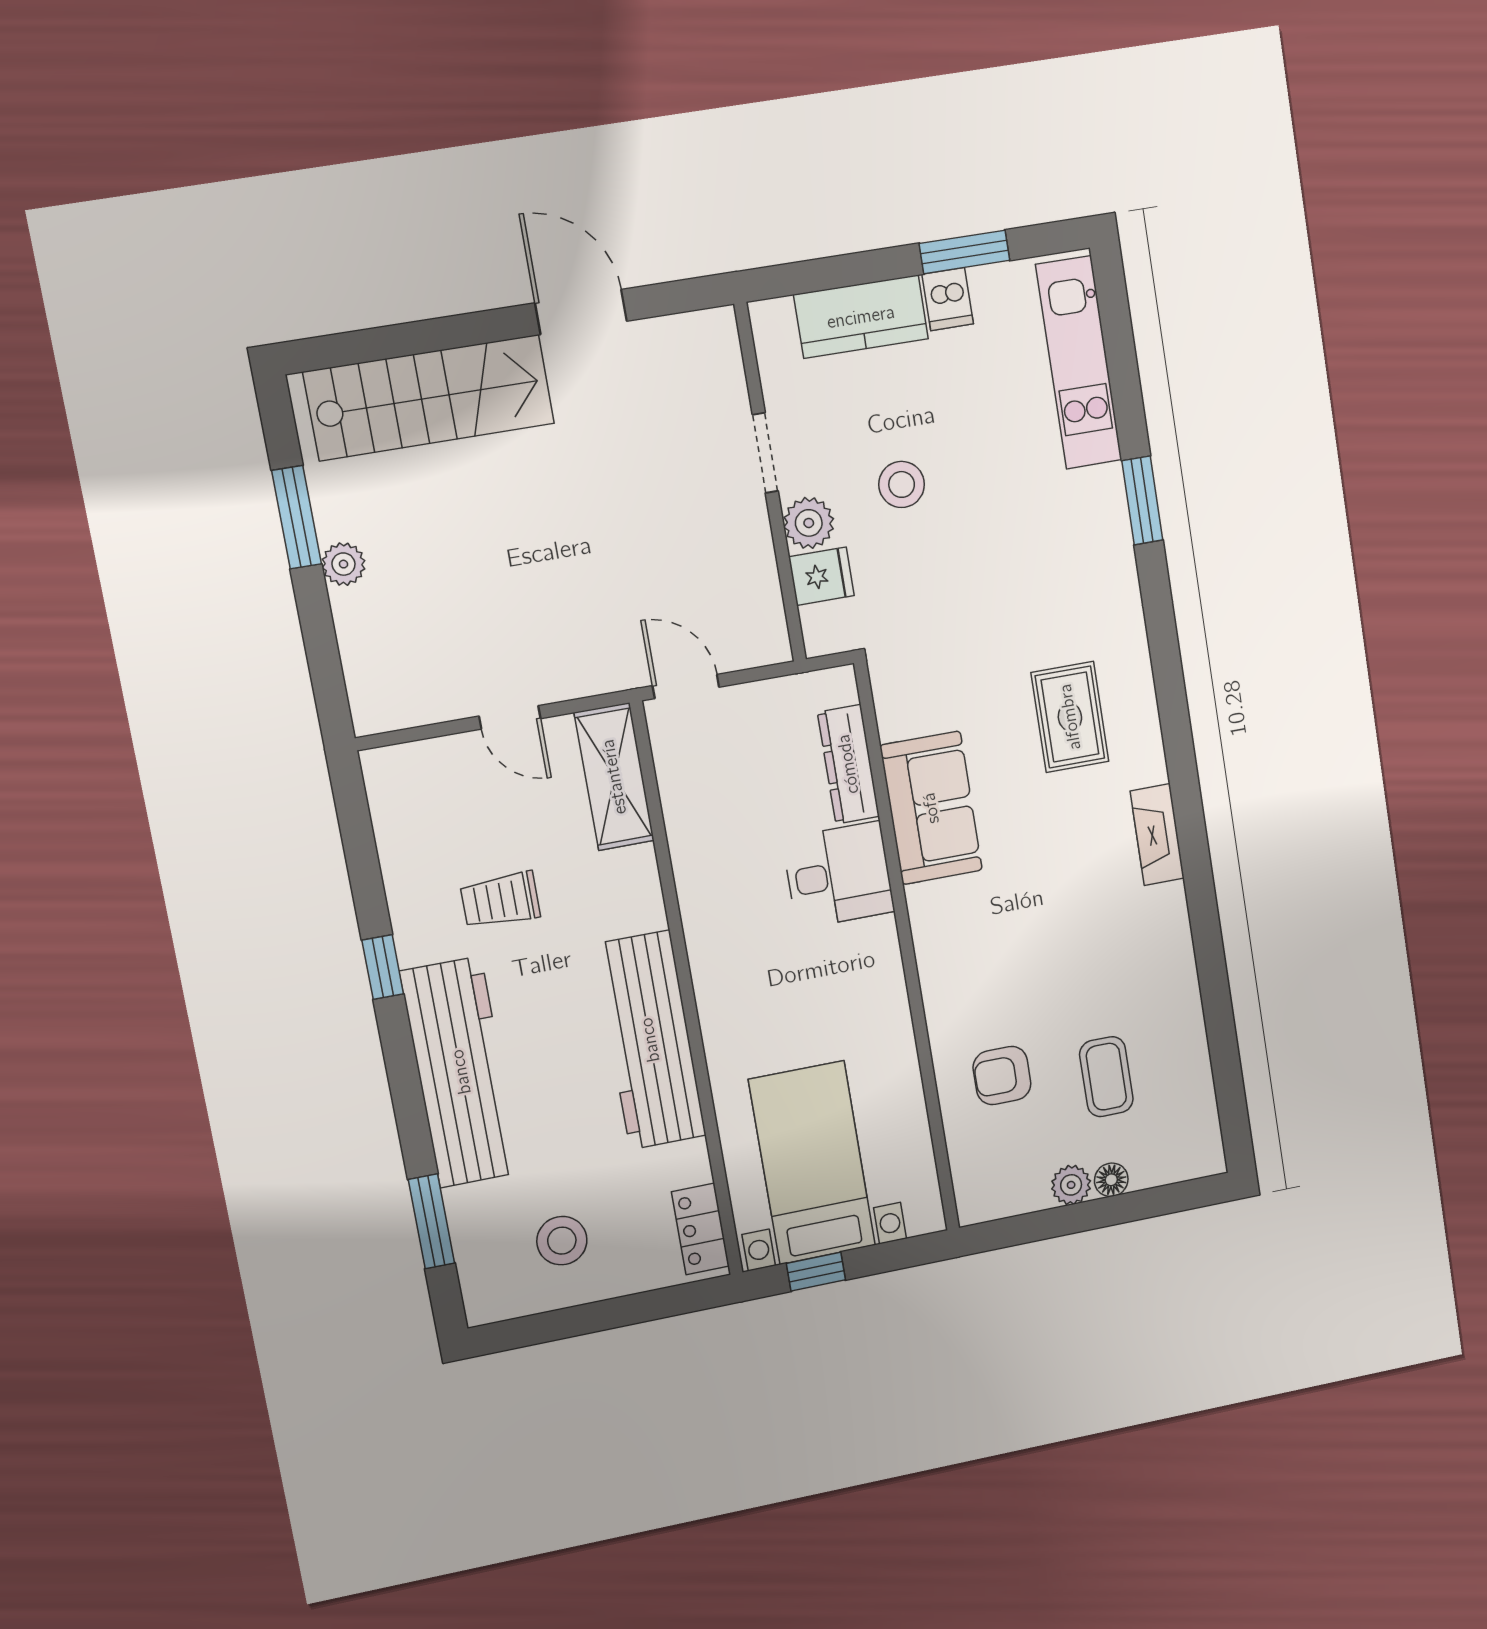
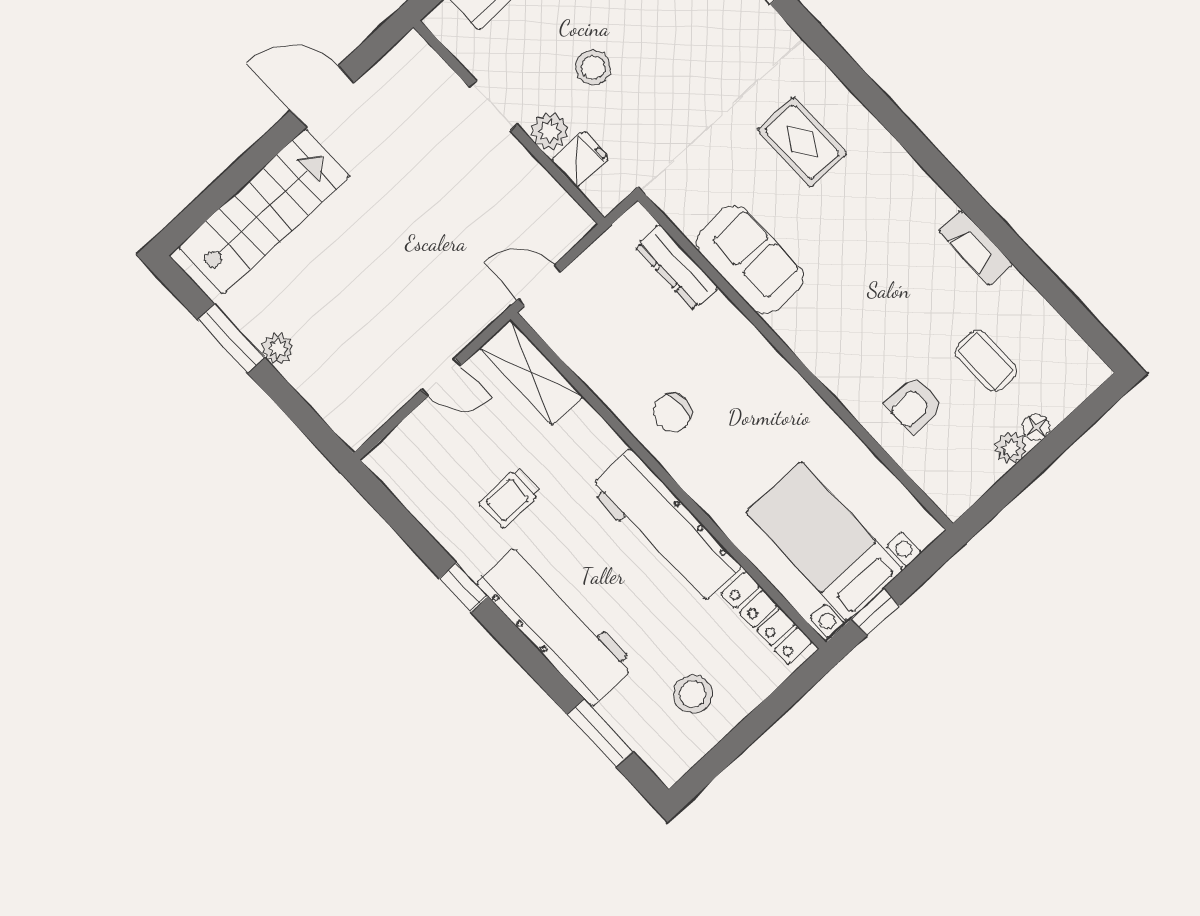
fireplace: (1157, 835) -> (976, 248), moved
desk: (838, 875) -> (717, 342), removed
chair: (740, 920) -> (673, 413), added
locker: (700, 1229) -> (767, 618), width x1.53

